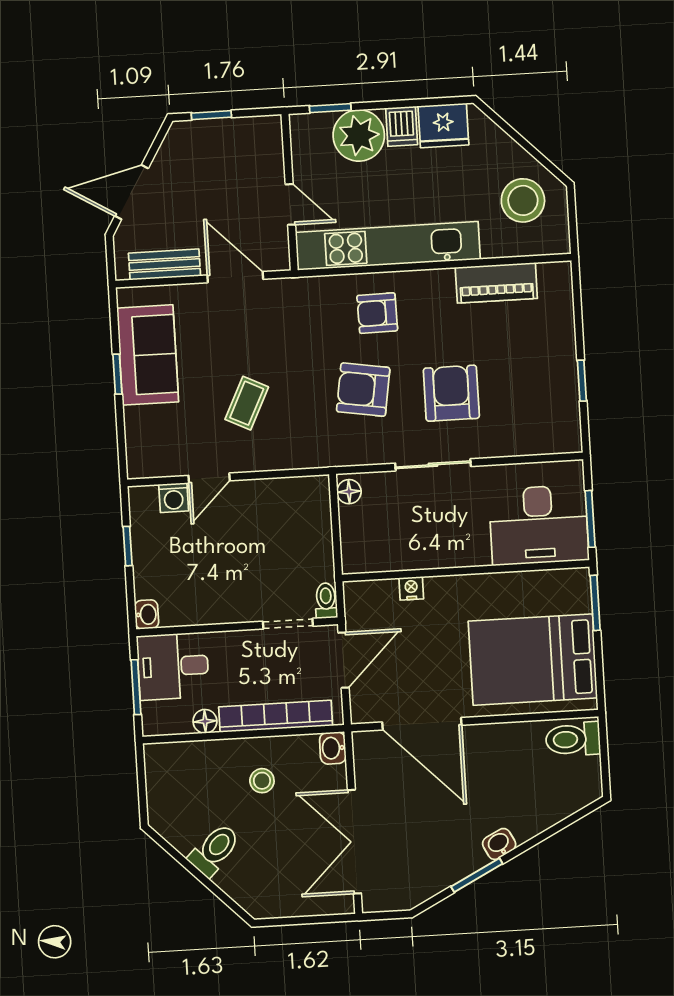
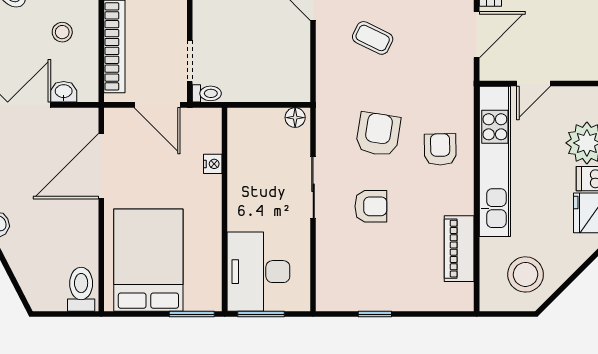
armchair: (451, 393) -> (371, 206), width x0.72, depth x0.72
washbasin: (333, 748) -> (64, 92), moved

